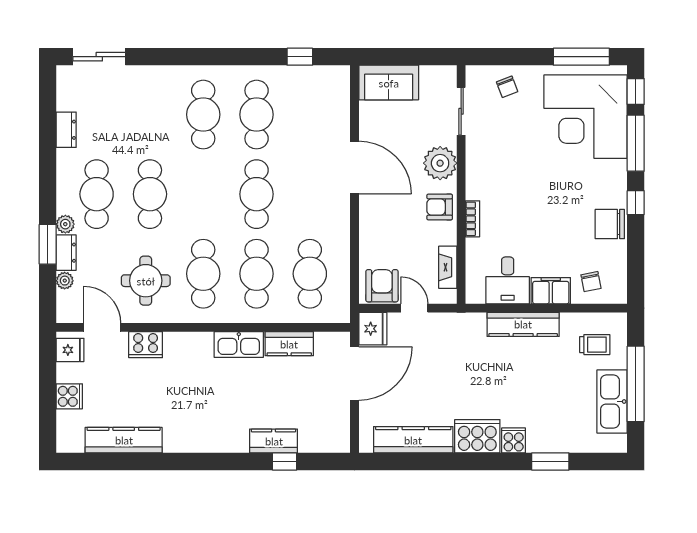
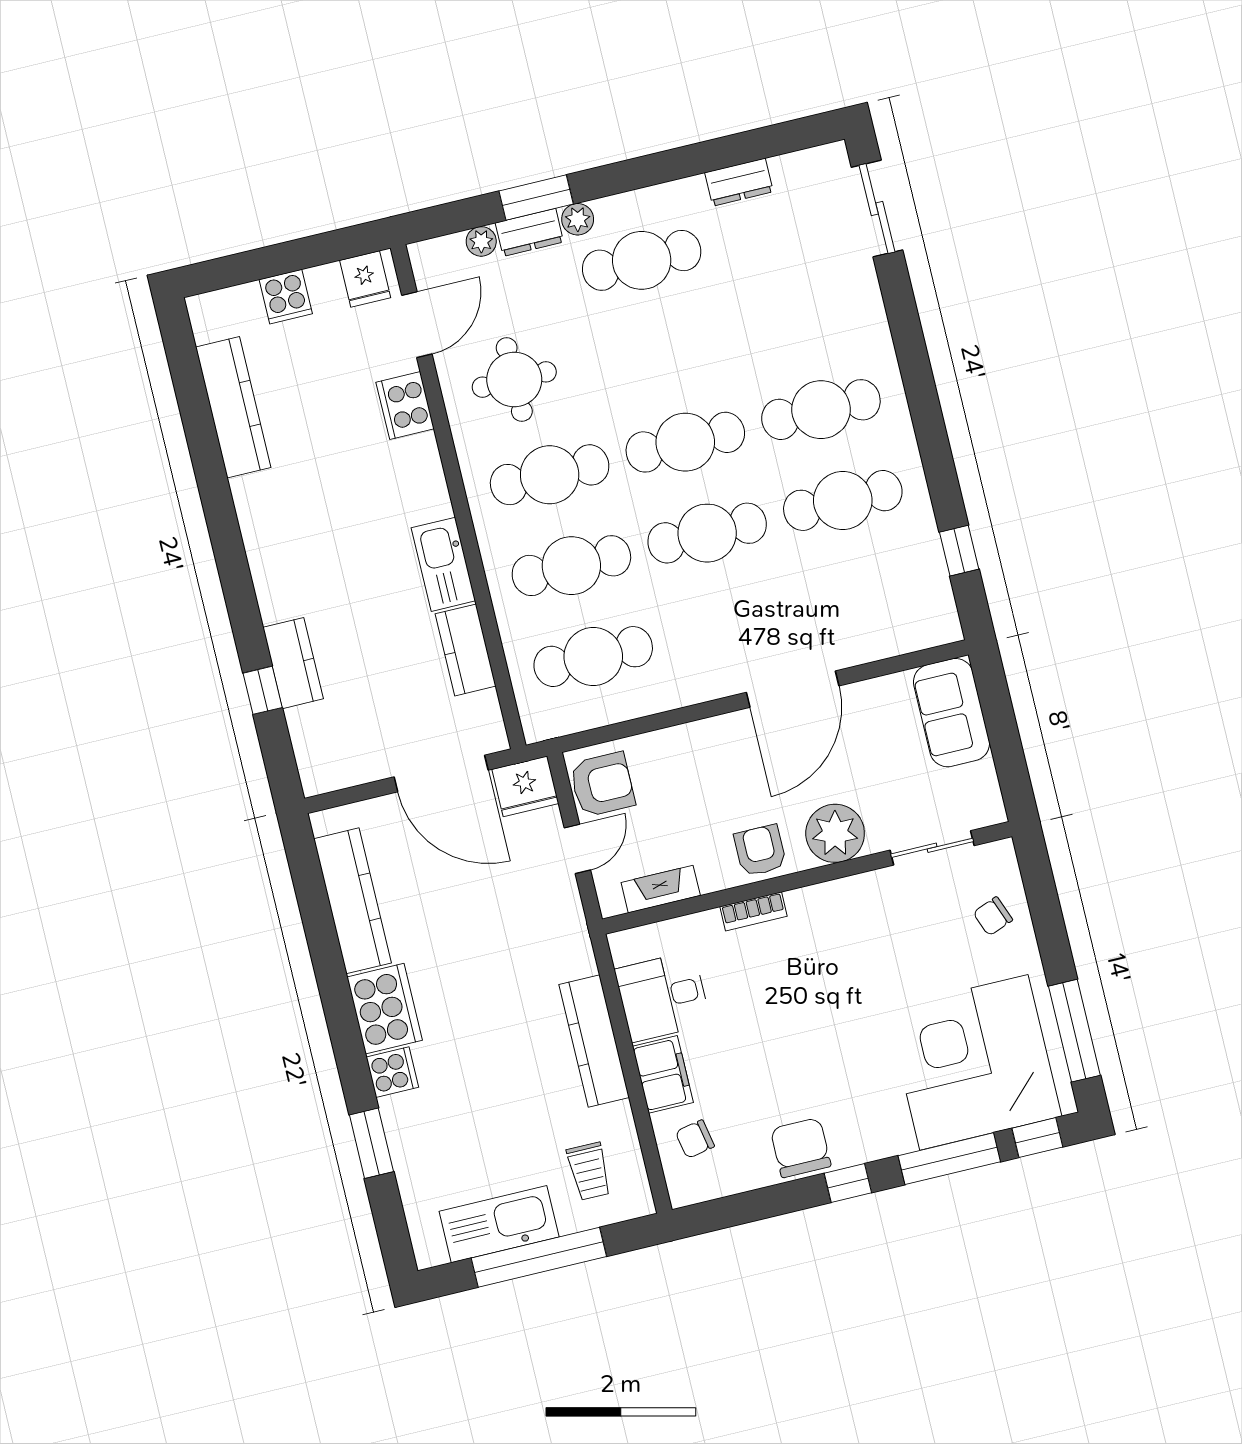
cafe table: (150, 194) -> (685, 442), moved

